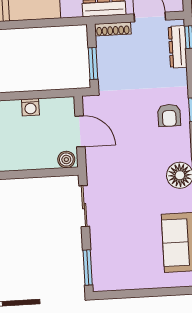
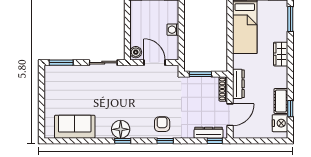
armchair: (169, 115) -> (162, 124), turned 90
door: (80, 131) -> (155, 63), swing flipped

